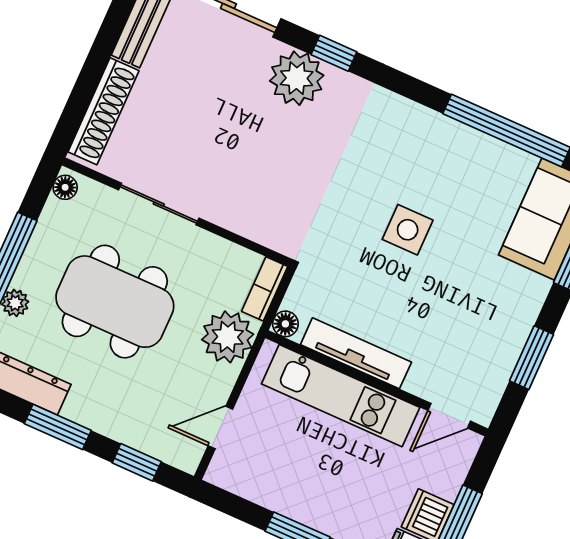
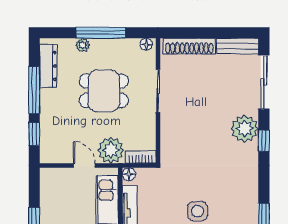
dining table: (115, 302) -> (104, 91), width x0.73
window: (58, 427) -> (34, 90), width x1.44
door: (220, 427) -> (84, 166), moved

